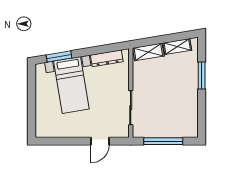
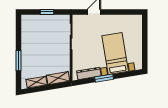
window: (59, 56) -> (104, 78), moved
window: (163, 141) -> (47, 12), width x0.46

